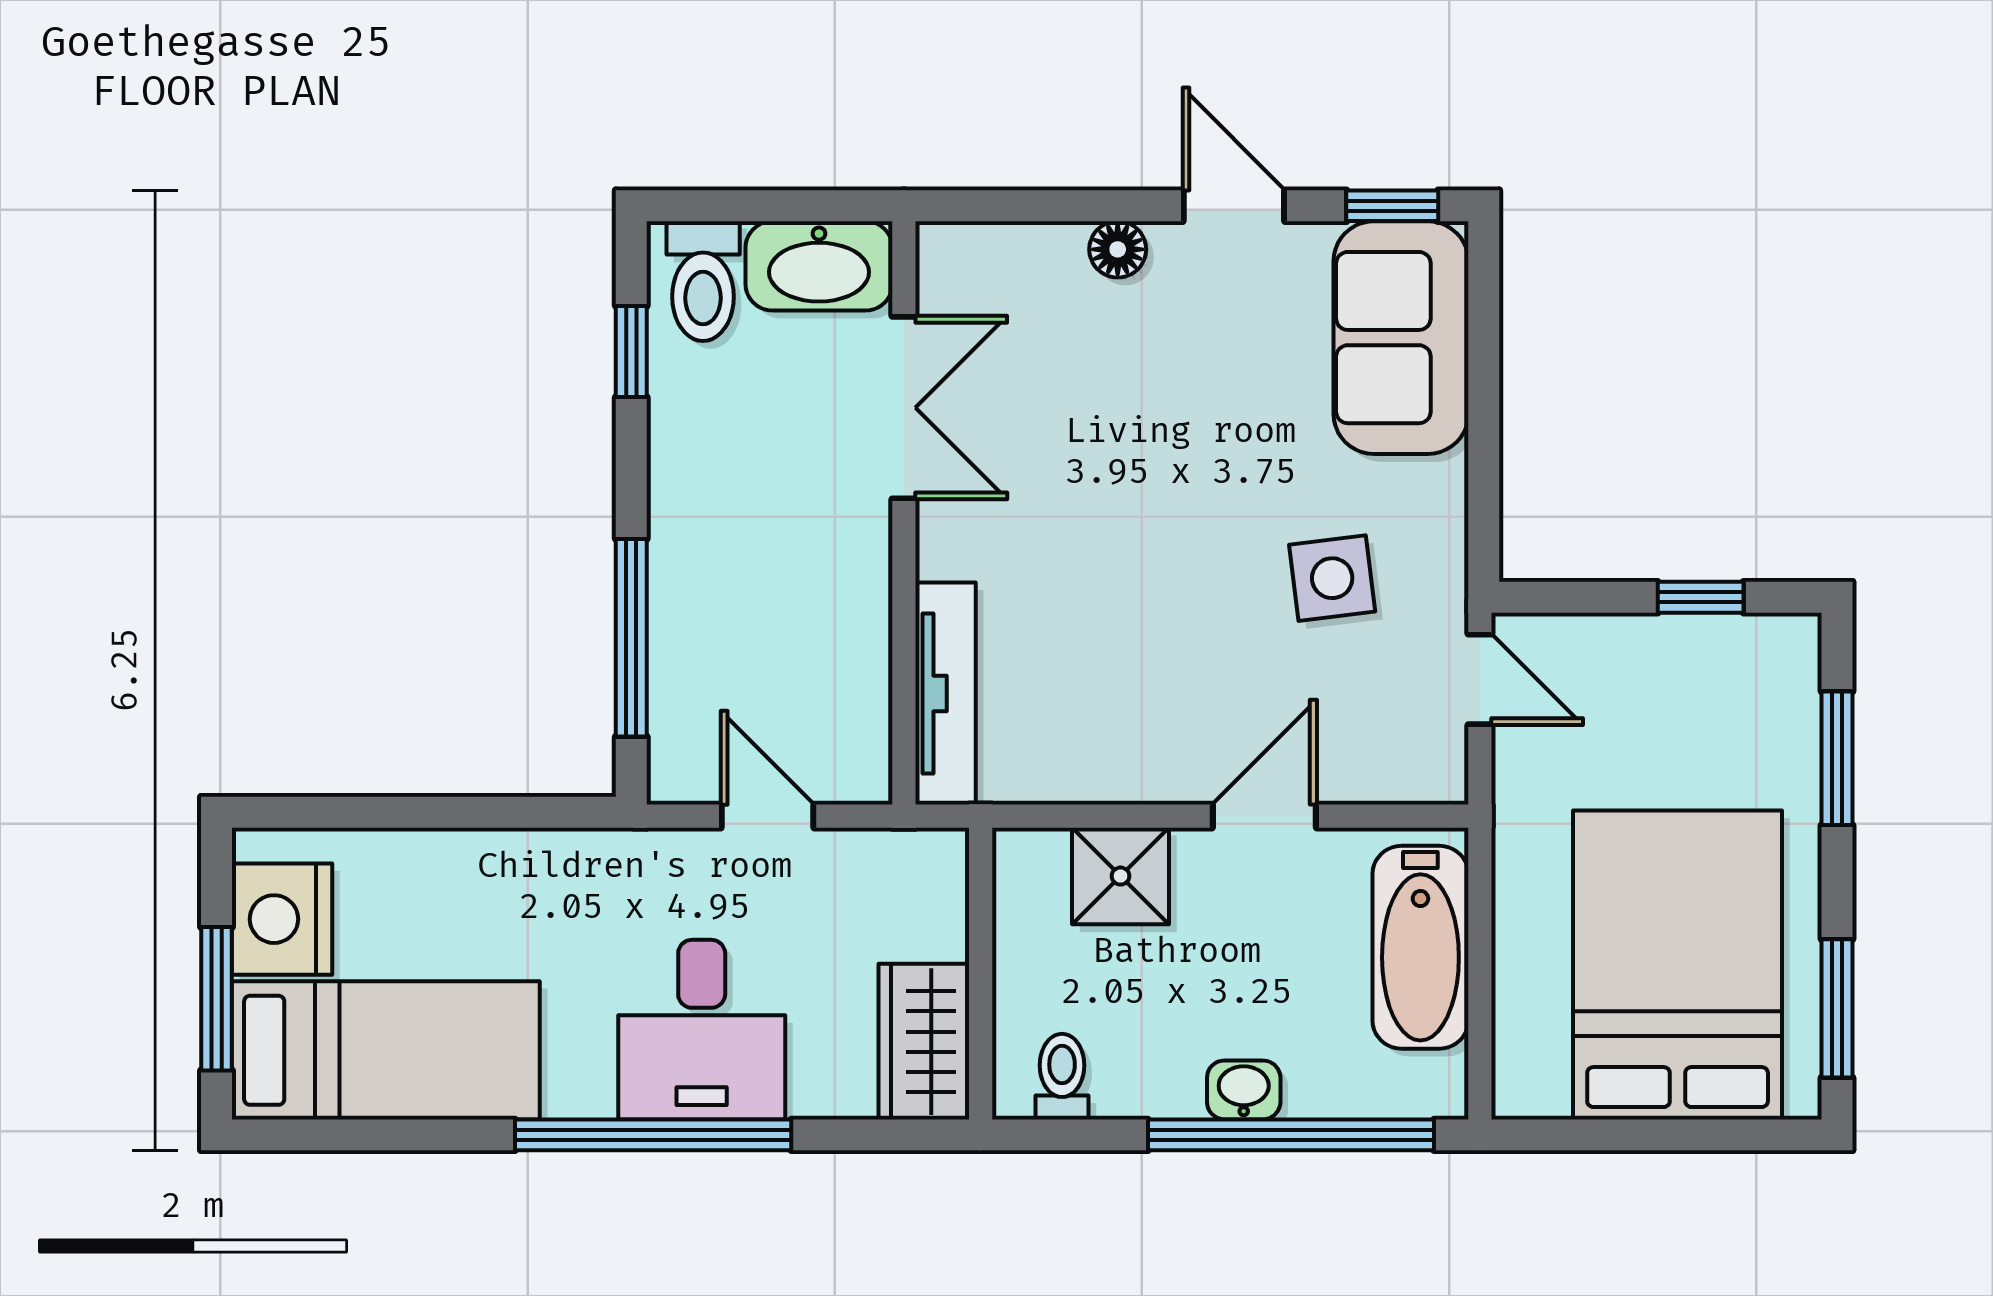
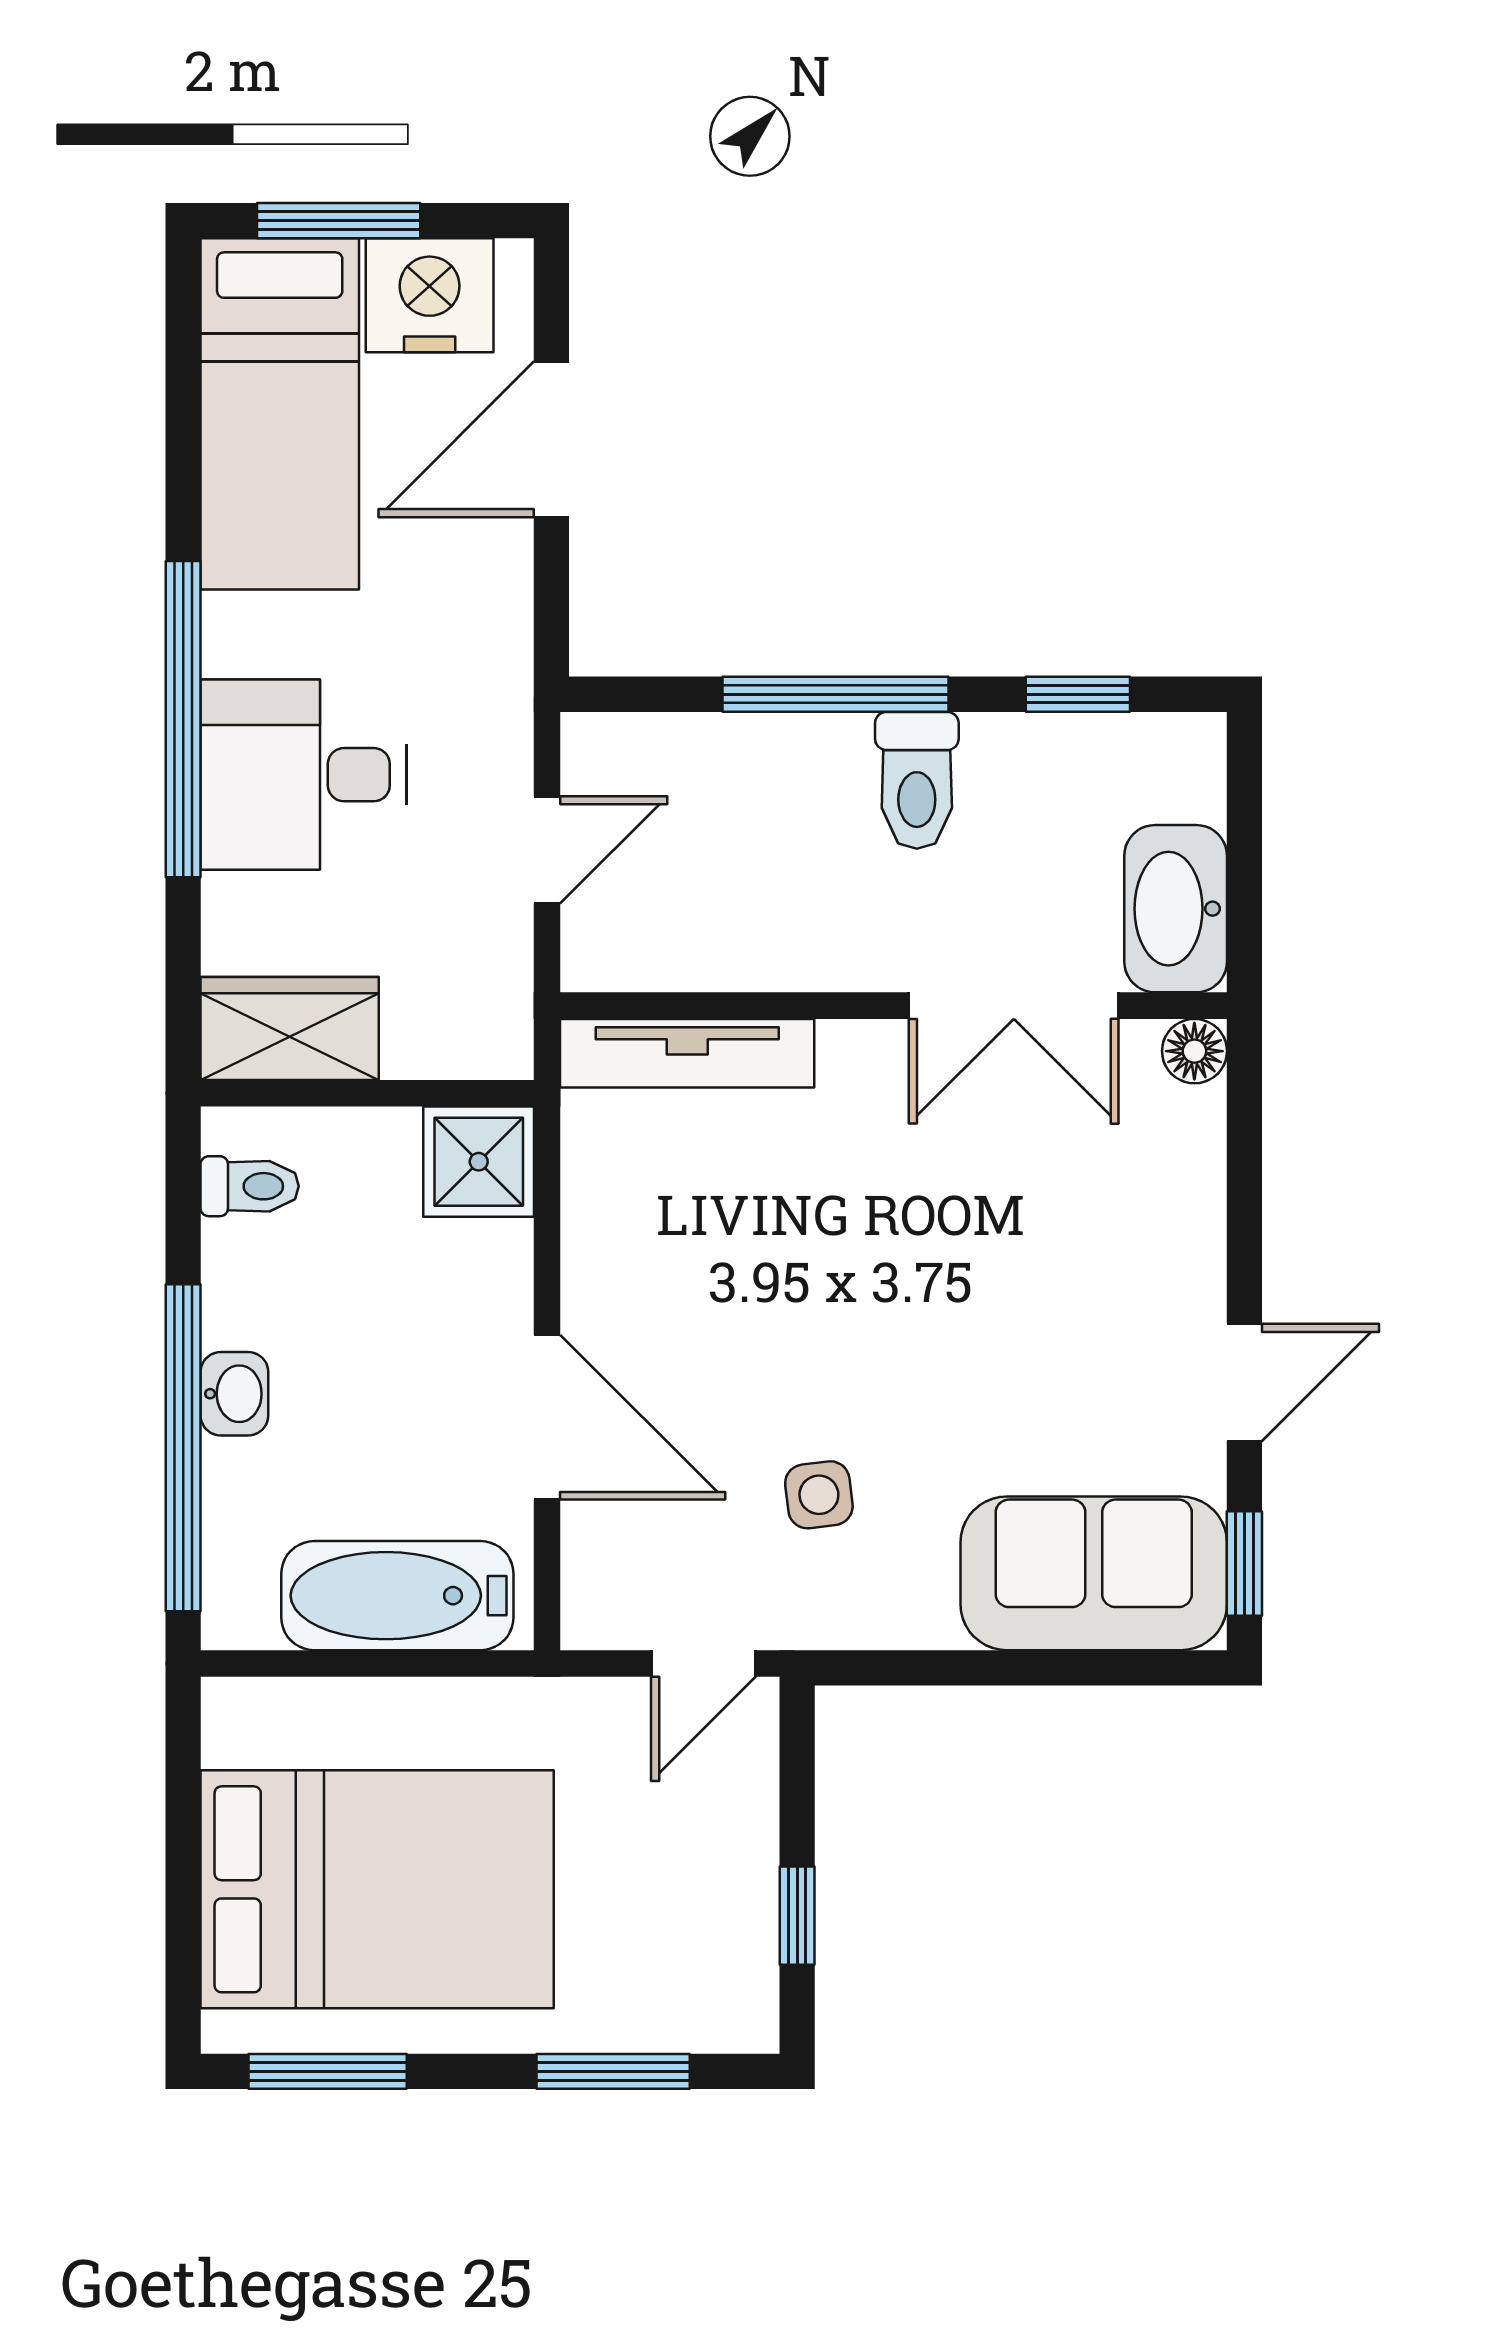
floor lamp: (1118, 249) -> (1194, 1051), moved
toilet: (703, 281) -> (917, 780), moved, turned -90
side table: (1332, 578) -> (819, 1495), width x0.73, depth x0.73
window: (631, 638) -> (835, 694), moved
door: (408, 812) -> (551, 439), added
door: (1264, 816) -> (547, 1417), width x1.38
shower: (1121, 876) -> (479, 1162), moved

